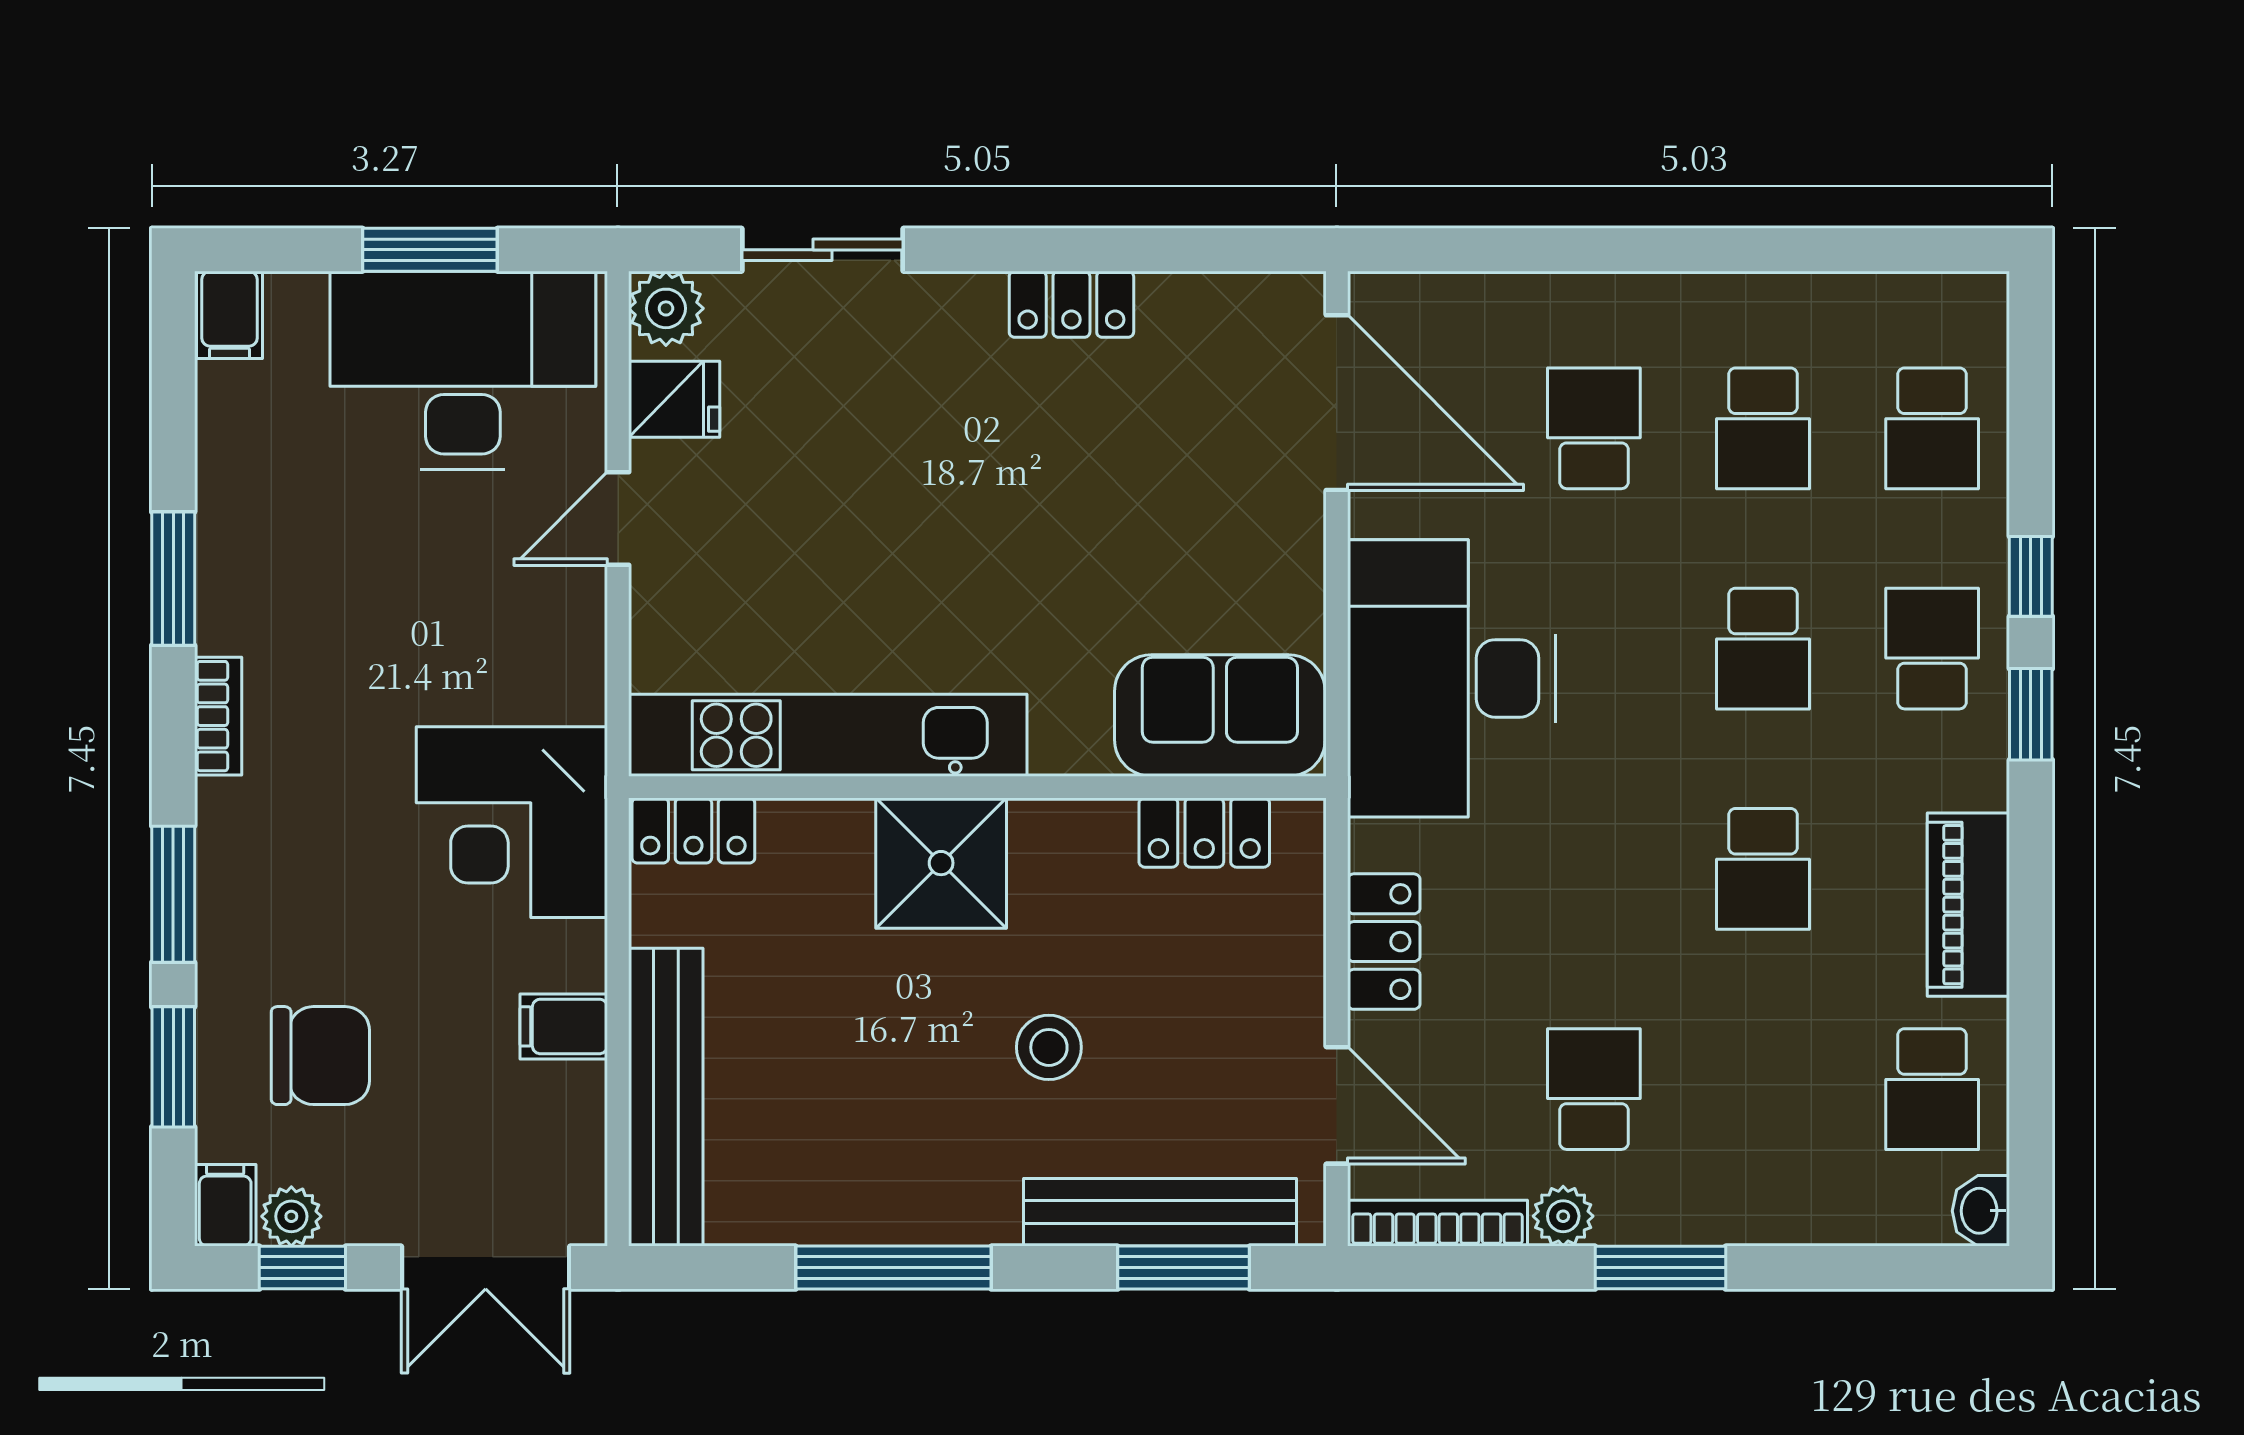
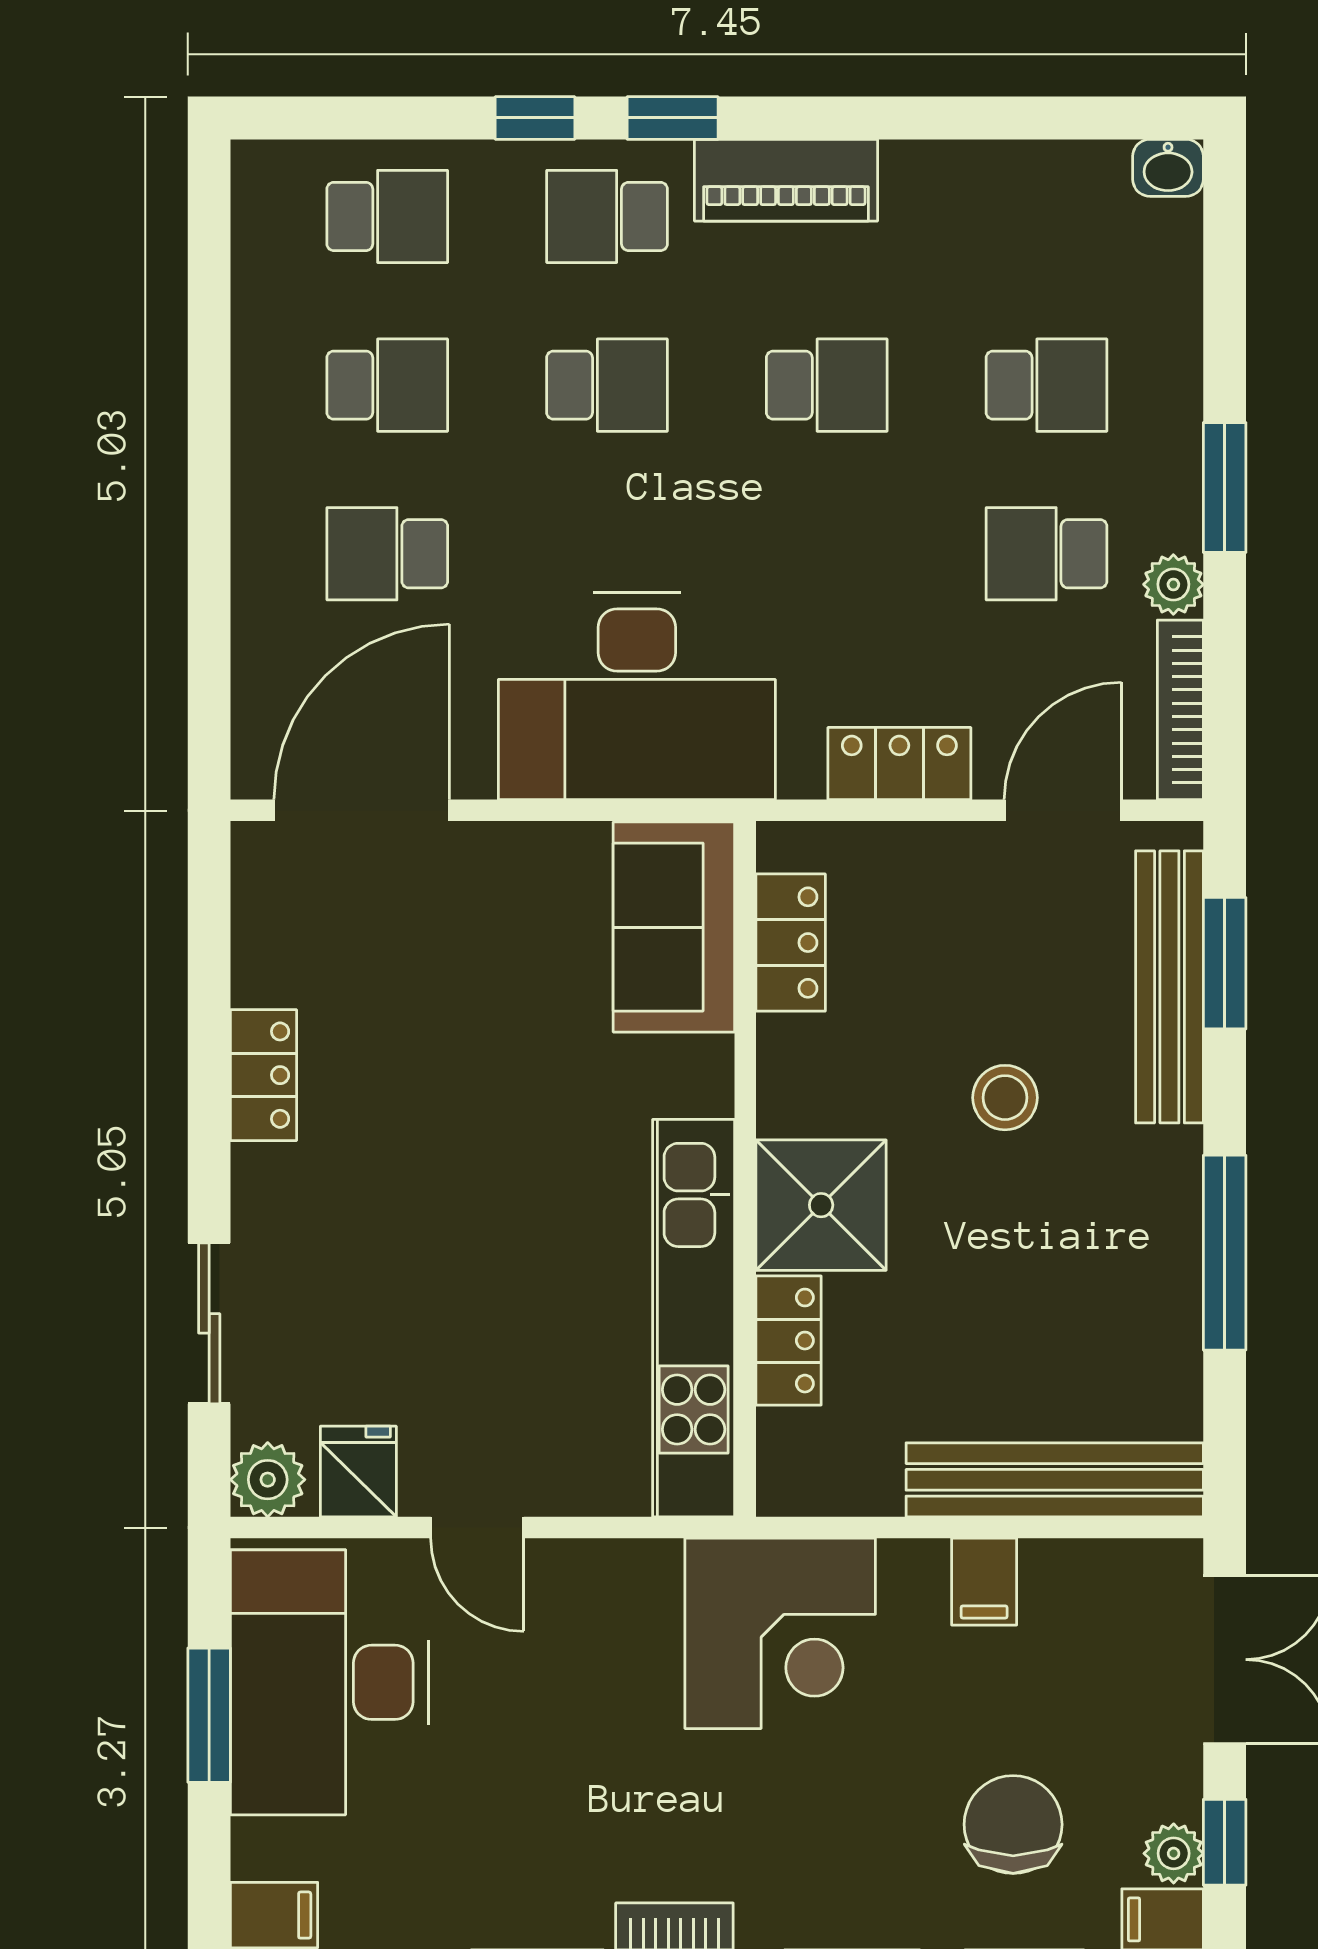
locker: (693, 830) -> (789, 1341), moved
piano: (1968, 905) -> (786, 180), moved
school desk: (1932, 1089) -> (1046, 385), moved

